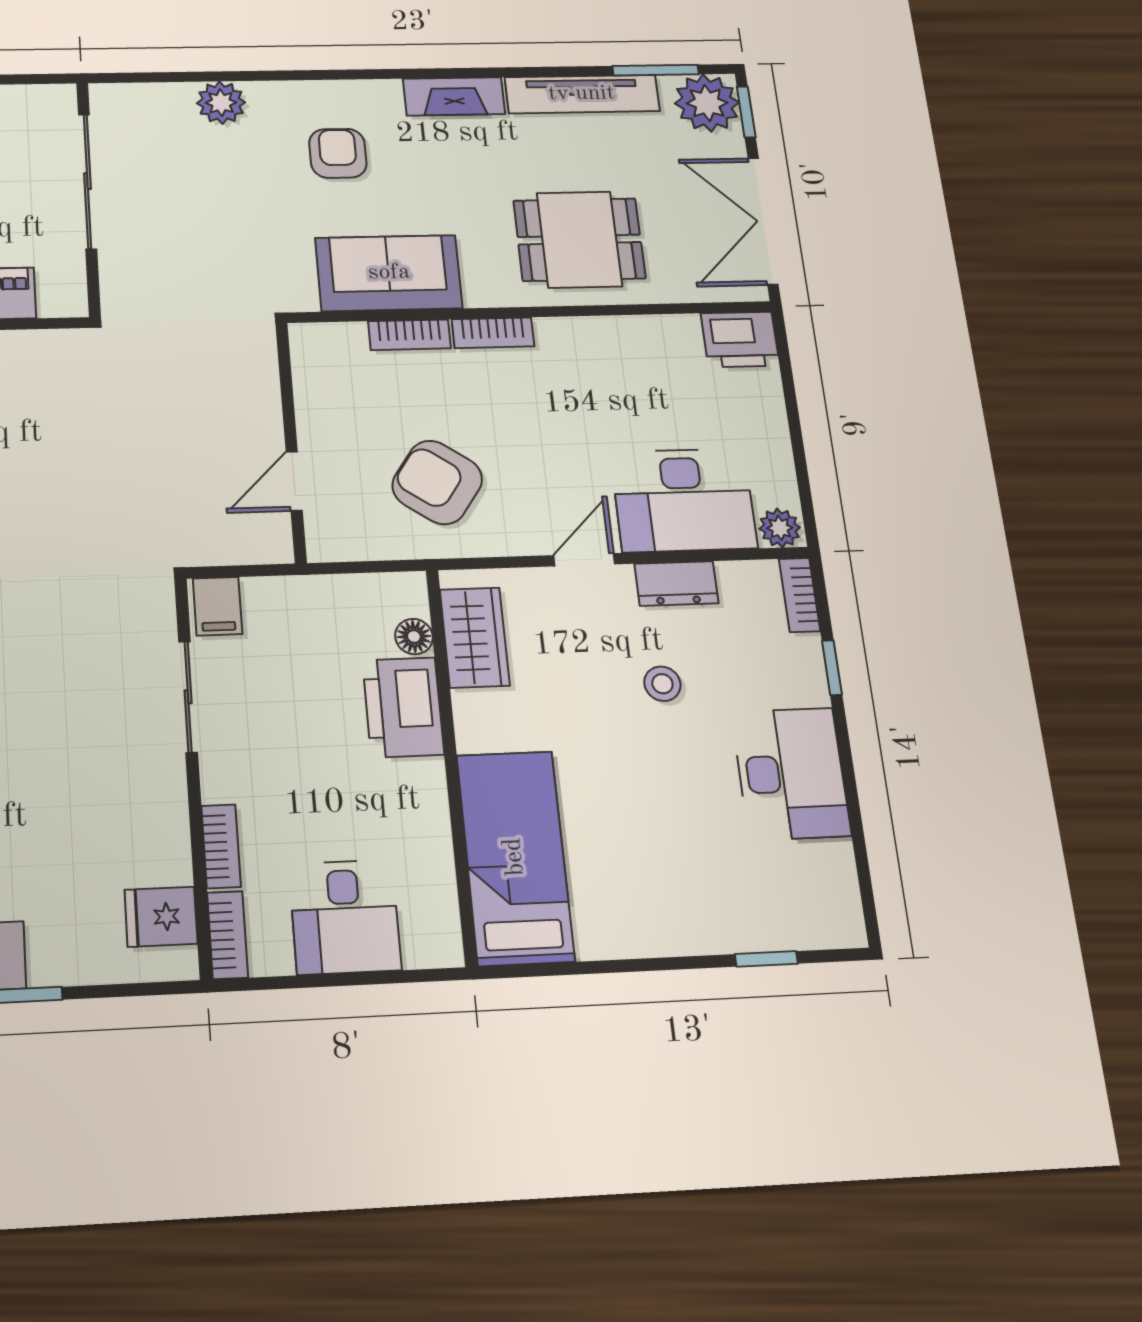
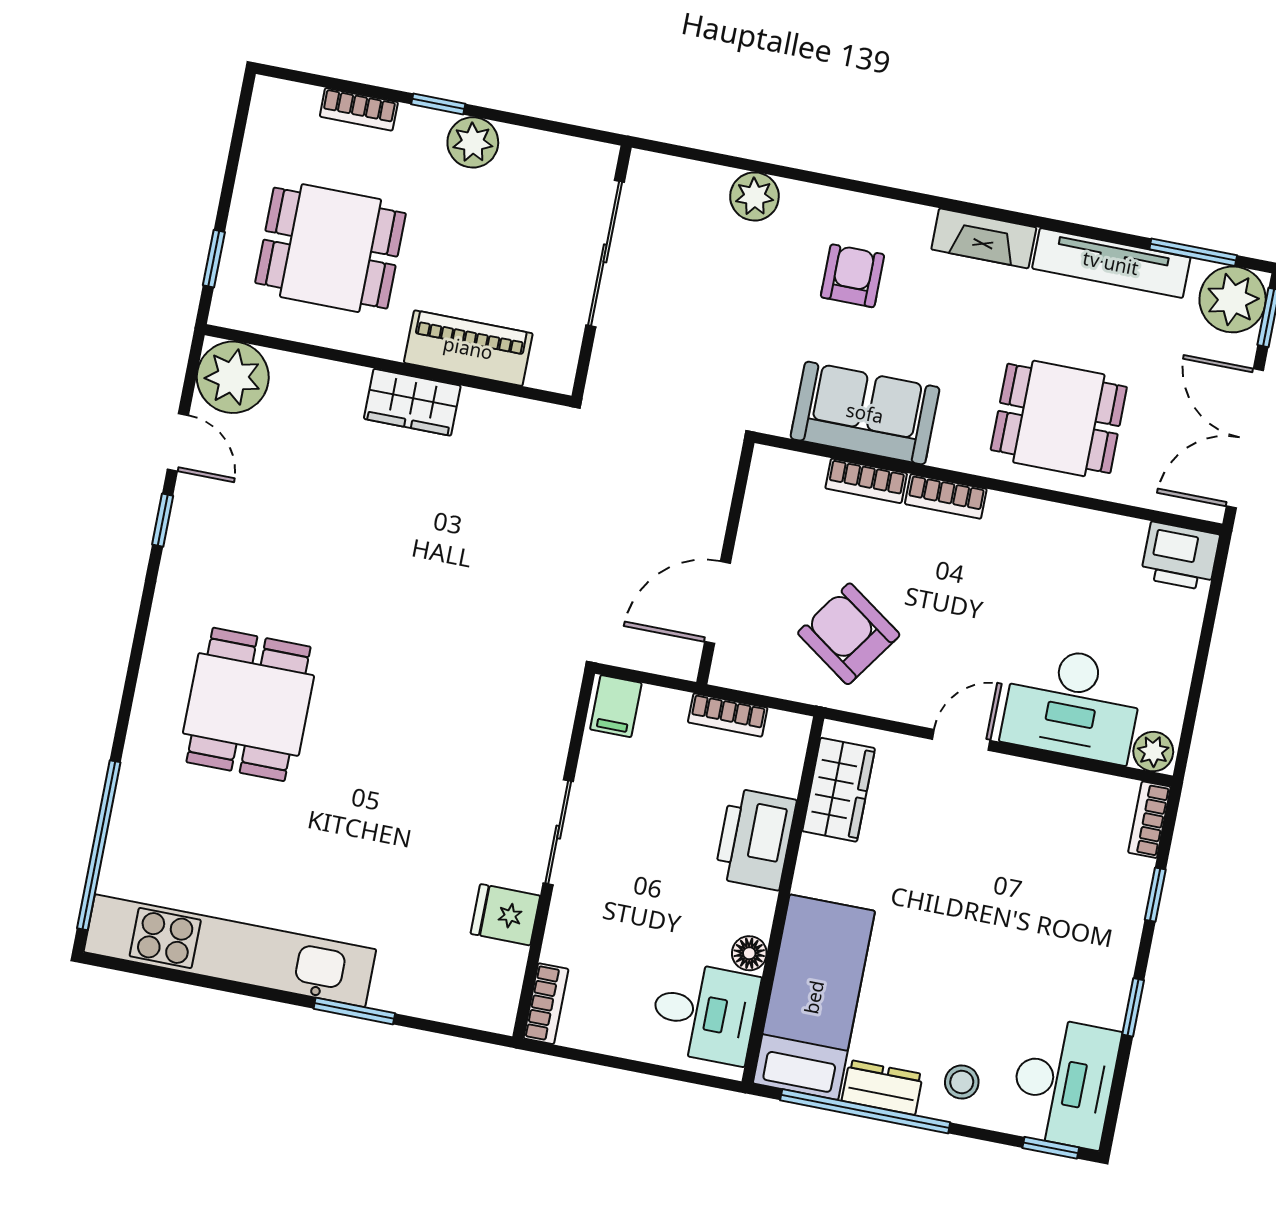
door: (294, 481) -> (718, 602), width x1.37
dresser: (676, 583) -> (882, 1087), moved, turned 180
floor lamp: (414, 637) -> (749, 953), moved
stool: (662, 684) -> (962, 1082), moved
sliding door: (188, 697) -> (558, 832), moved
desk: (791, 774) -> (1064, 1083), moved
window: (850, 787) -> (1133, 1007), added
bookcase: (221, 846) -> (728, 715), moved, turned 90
fridge: (161, 917) -> (505, 915), moved
desk: (345, 917) -> (704, 1013), moved, turned -90
window: (766, 959) -> (1051, 1148), moved
window: (608, 967) -> (865, 1111), added

